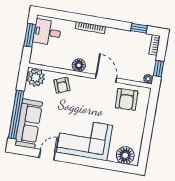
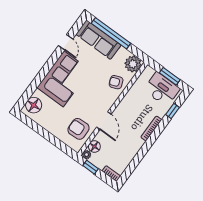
window: (139, 28) -> (173, 111), moved
desk: (47, 32) -> (162, 89), width x1.37
floor lamp: (79, 65) -> (94, 146), moved
door: (106, 78) -> (104, 121), hinge flipped

